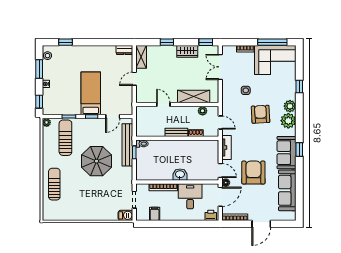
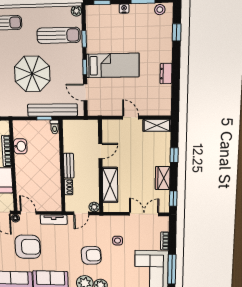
dresser: (124, 50) -> (166, 74), moved
plant: (203, 111) -> (94, 207), moved
door: (220, 171) -> (28, 213), swing flipped
washbasin: (180, 175) -> (20, 146), moved

